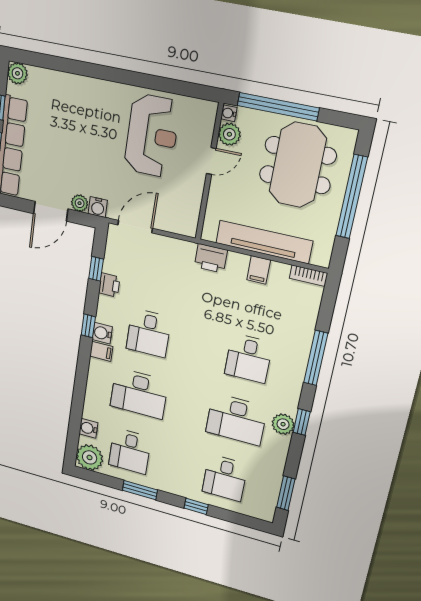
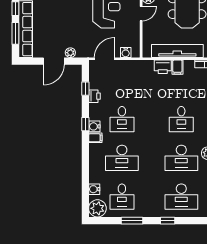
water cooler: (98, 207) -> (126, 53), moved
printer: (211, 258) -> (163, 67), moved
desk: (225, 478) -> (181, 197), width x1.37

